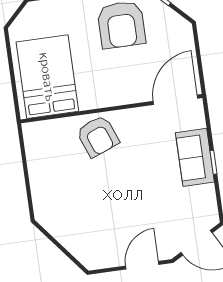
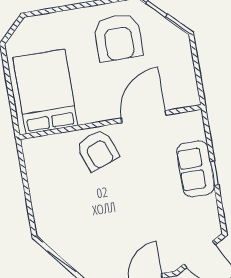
door: (175, 100) -> (144, 117), moved

